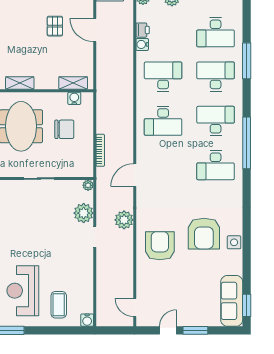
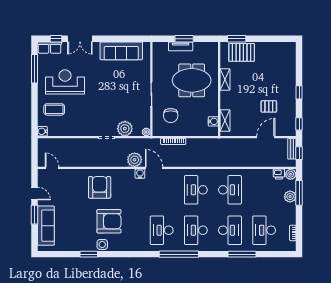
printer: (143, 30) -> (279, 174), moved
water cooler: (142, 44) -> (140, 174), moved
desk: (216, 121) -> (196, 230), turned 180
chair: (64, 129) -> (171, 115), moved
plant: (124, 220) -> (135, 160), moved
armchair: (204, 234) -> (109, 221), turned 180
armchair: (160, 246) -> (100, 187), turned -90
sofa: (232, 301) -> (46, 226), moved, turned 90
window: (247, 305) -> (89, 254), moved
door: (135, 308) -> (52, 168), hinge flipped

